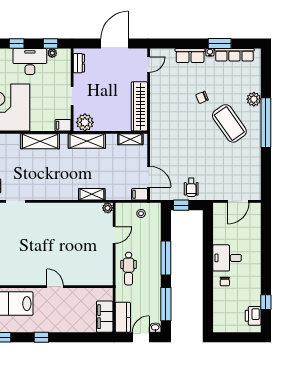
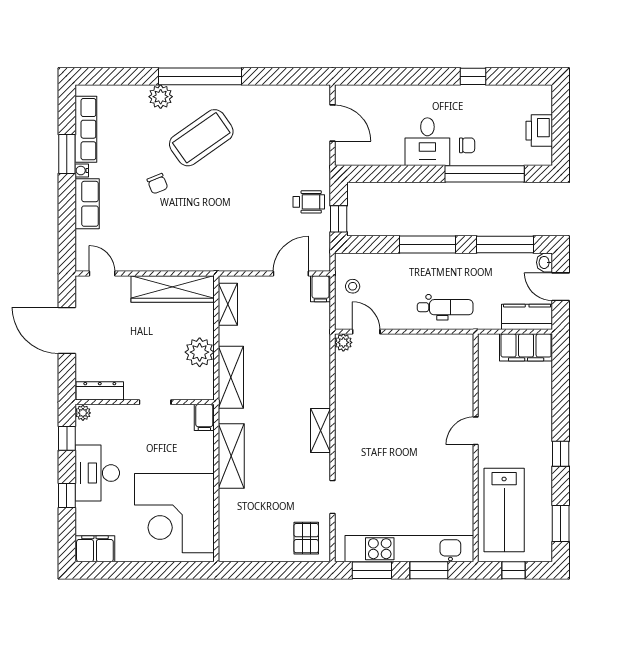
plant: (52, 53) -> (83, 413), moved
dresser: (79, 63) -> (100, 391), width x1.44
plant: (85, 122) -> (200, 352), moved
shelving: (92, 194) -> (320, 430), moved
door: (114, 235) -> (366, 332), moved
window: (208, 292) -> (485, 174), added
window: (266, 302) -> (473, 76), moved
printer: (253, 316) -> (539, 131), moved, turned 90

